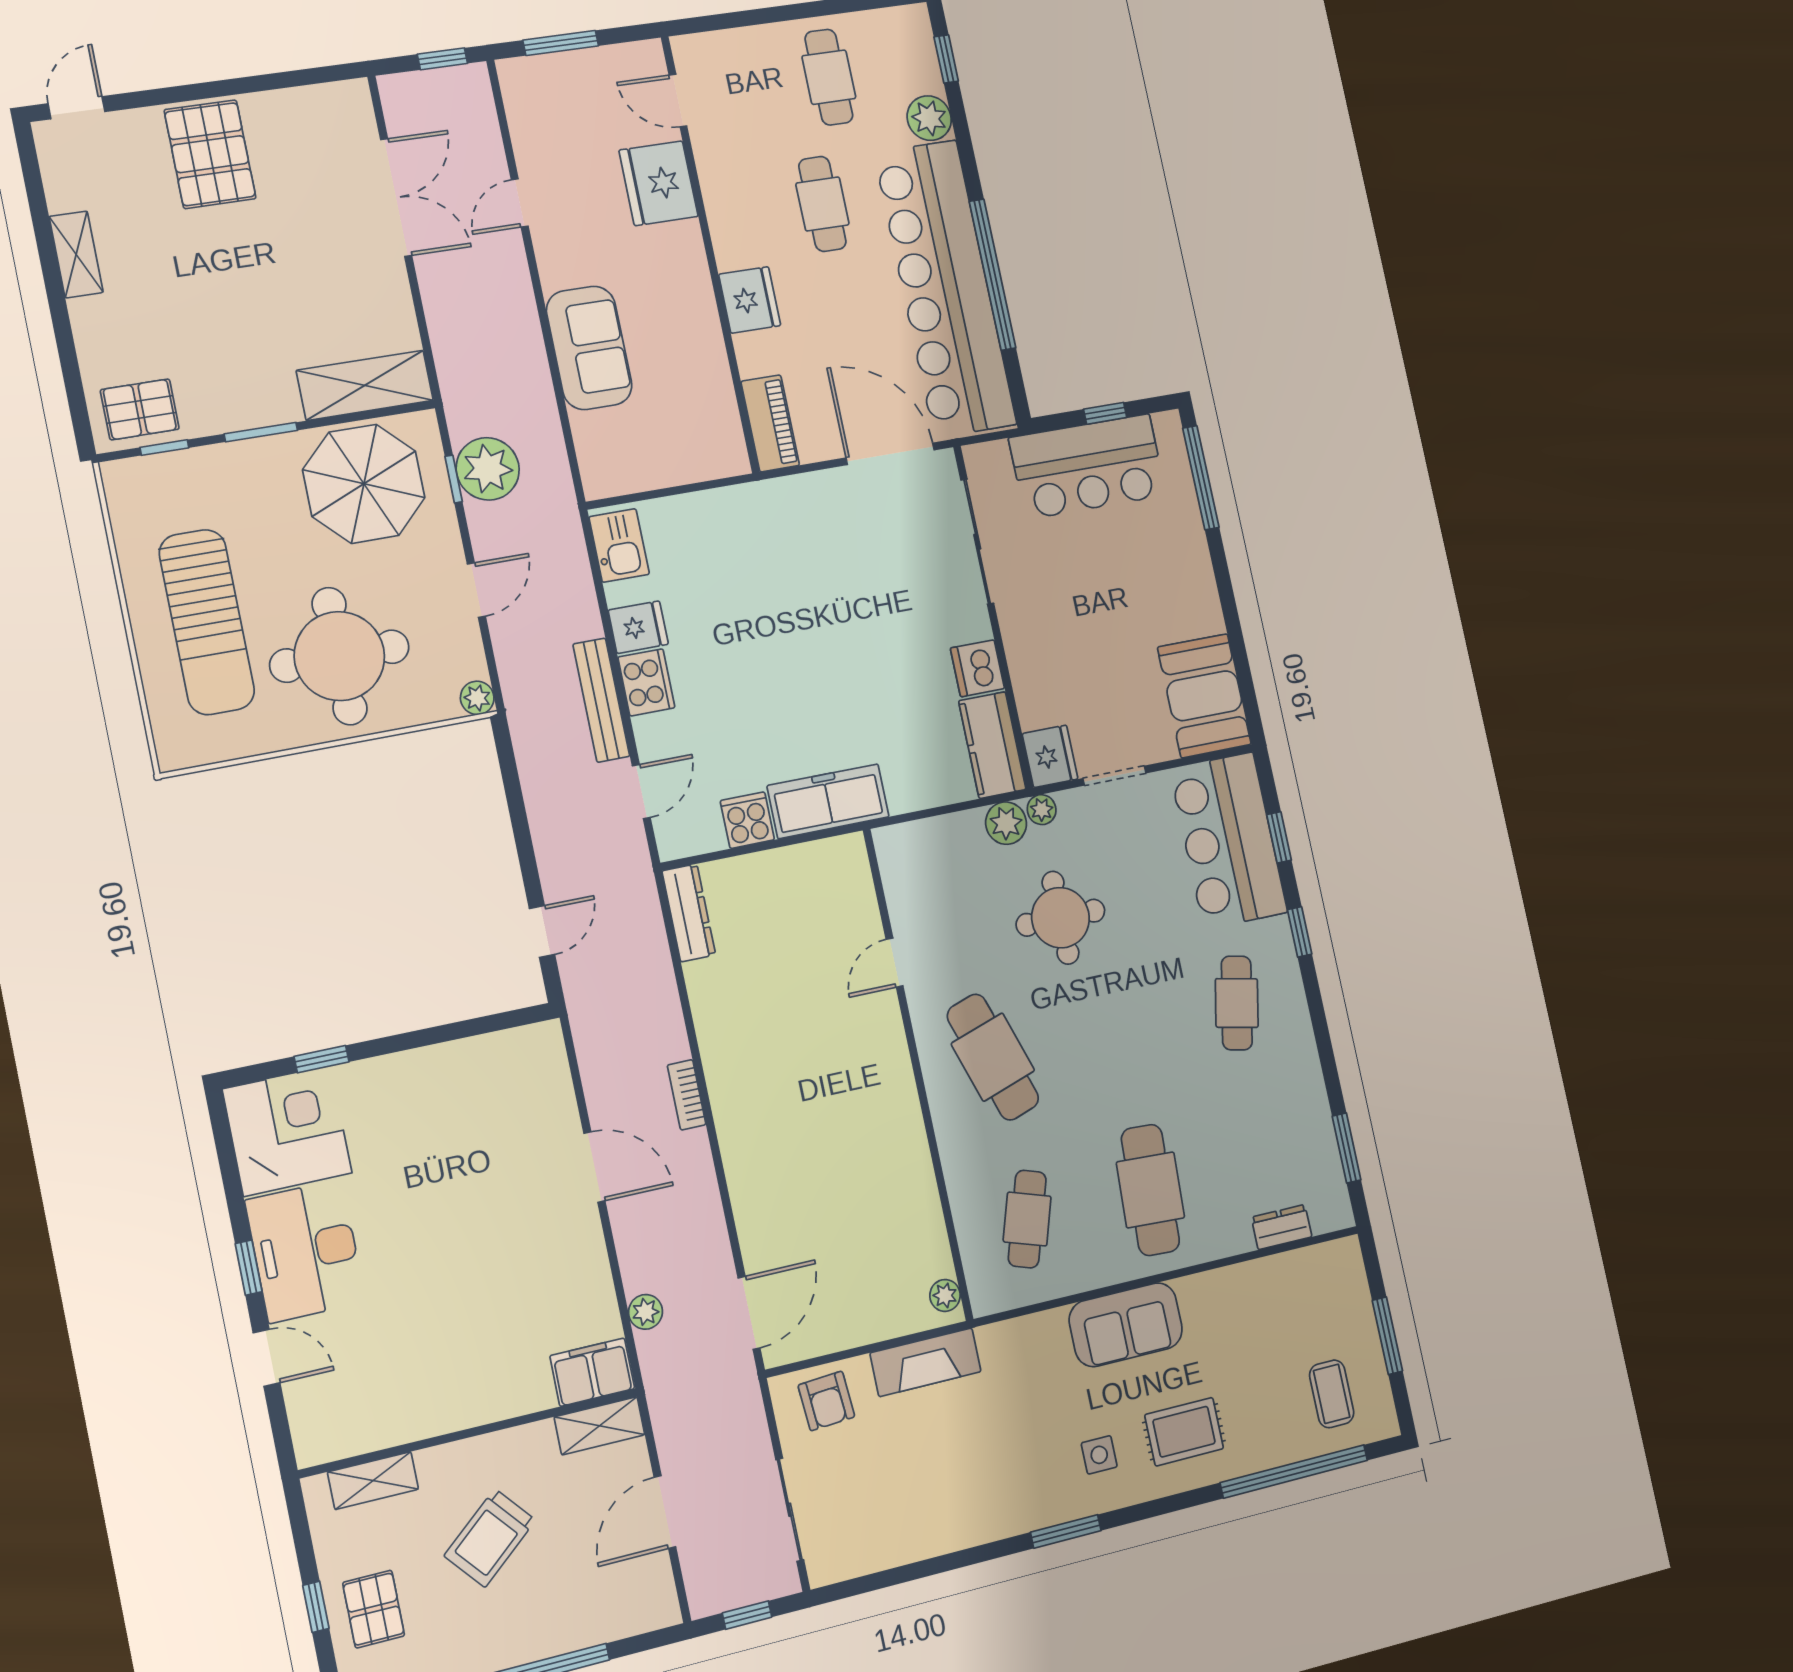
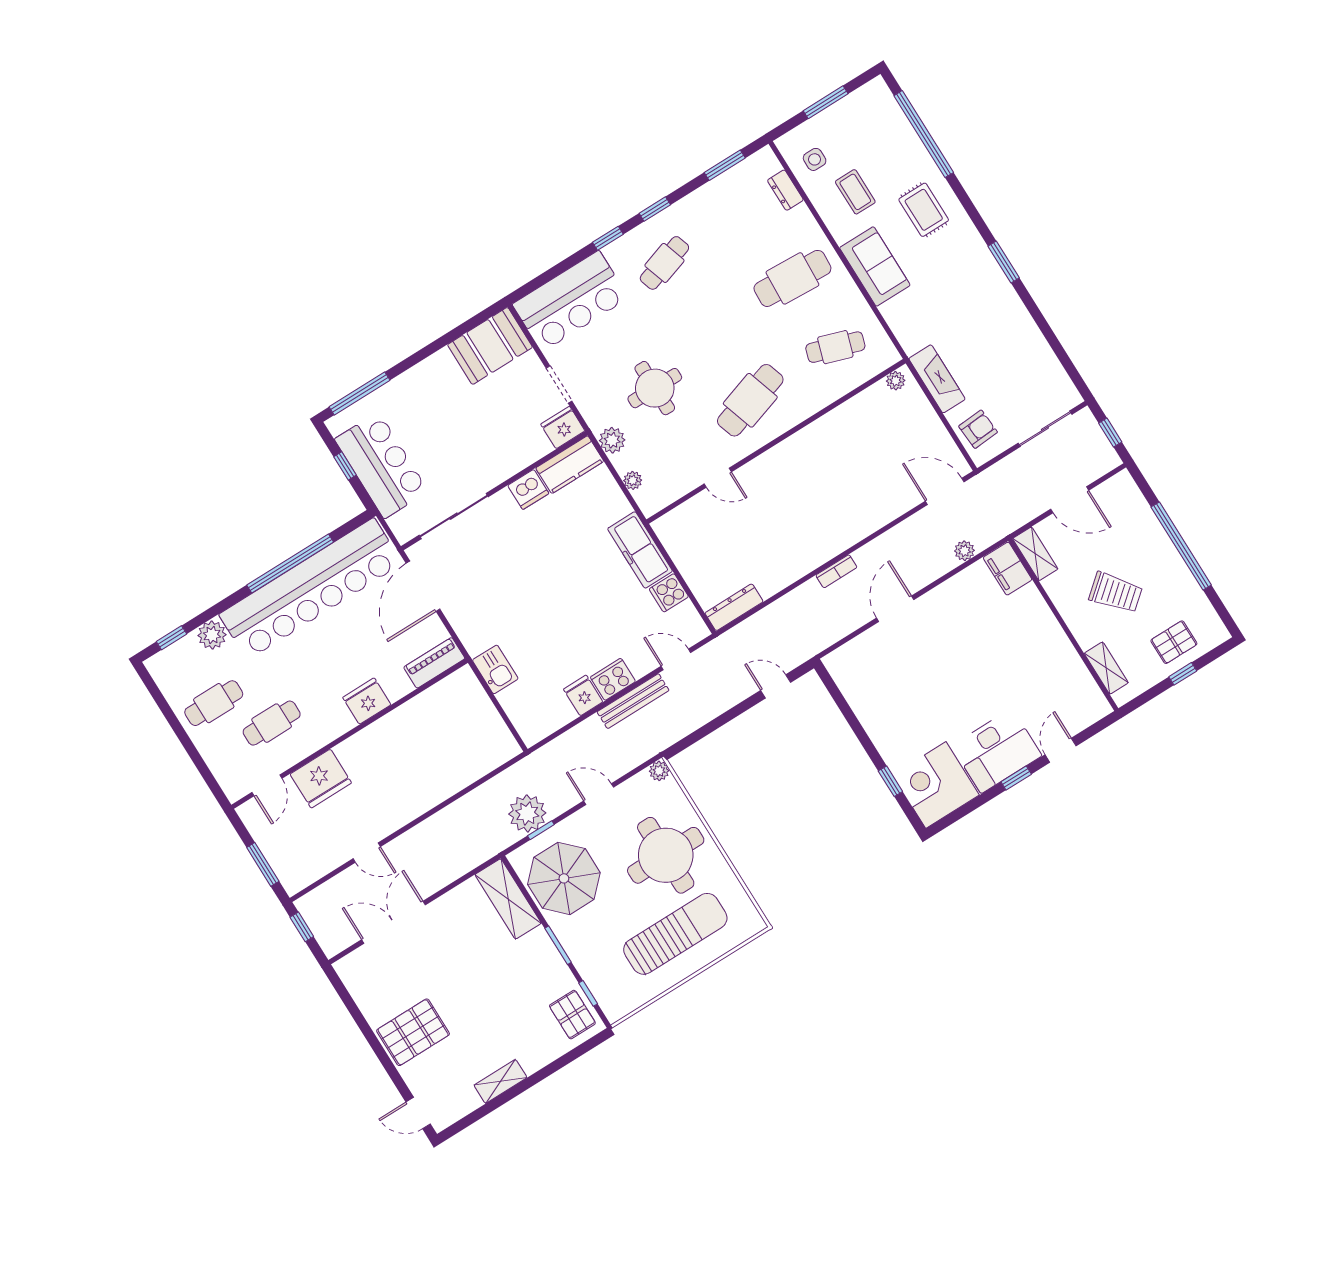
cafe table: (822, 204) -> (272, 723), moved
sofa: (589, 348) -> (434, 783), removed
kitchen sink: (619, 546) -> (495, 669), moved, turned 90
plant: (1042, 810) -> (633, 480), moved
window: (1279, 837) -> (655, 209), moved
cafe table: (1237, 1003) -> (664, 263), turned -30
coffee table: (1332, 1394) -> (855, 192), moved, turned 90
side table: (1099, 1455) -> (815, 159), moved

